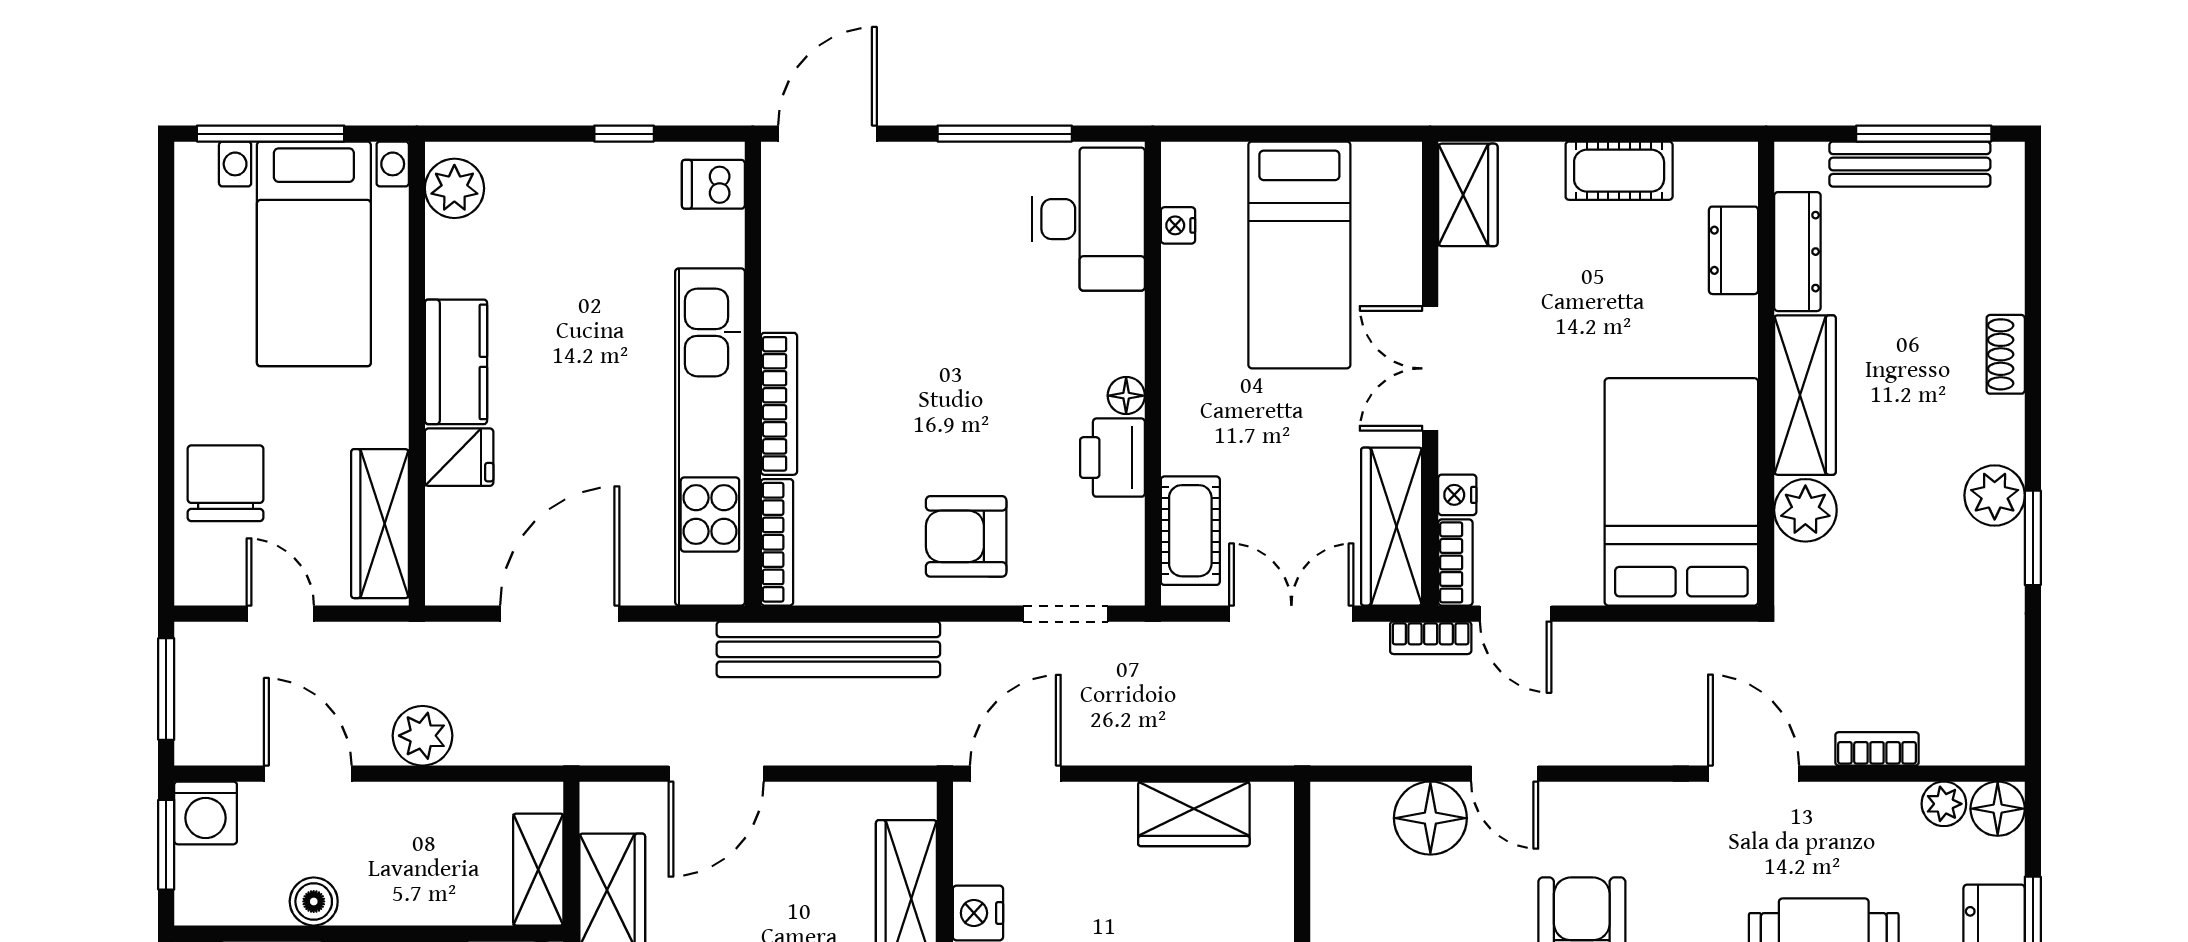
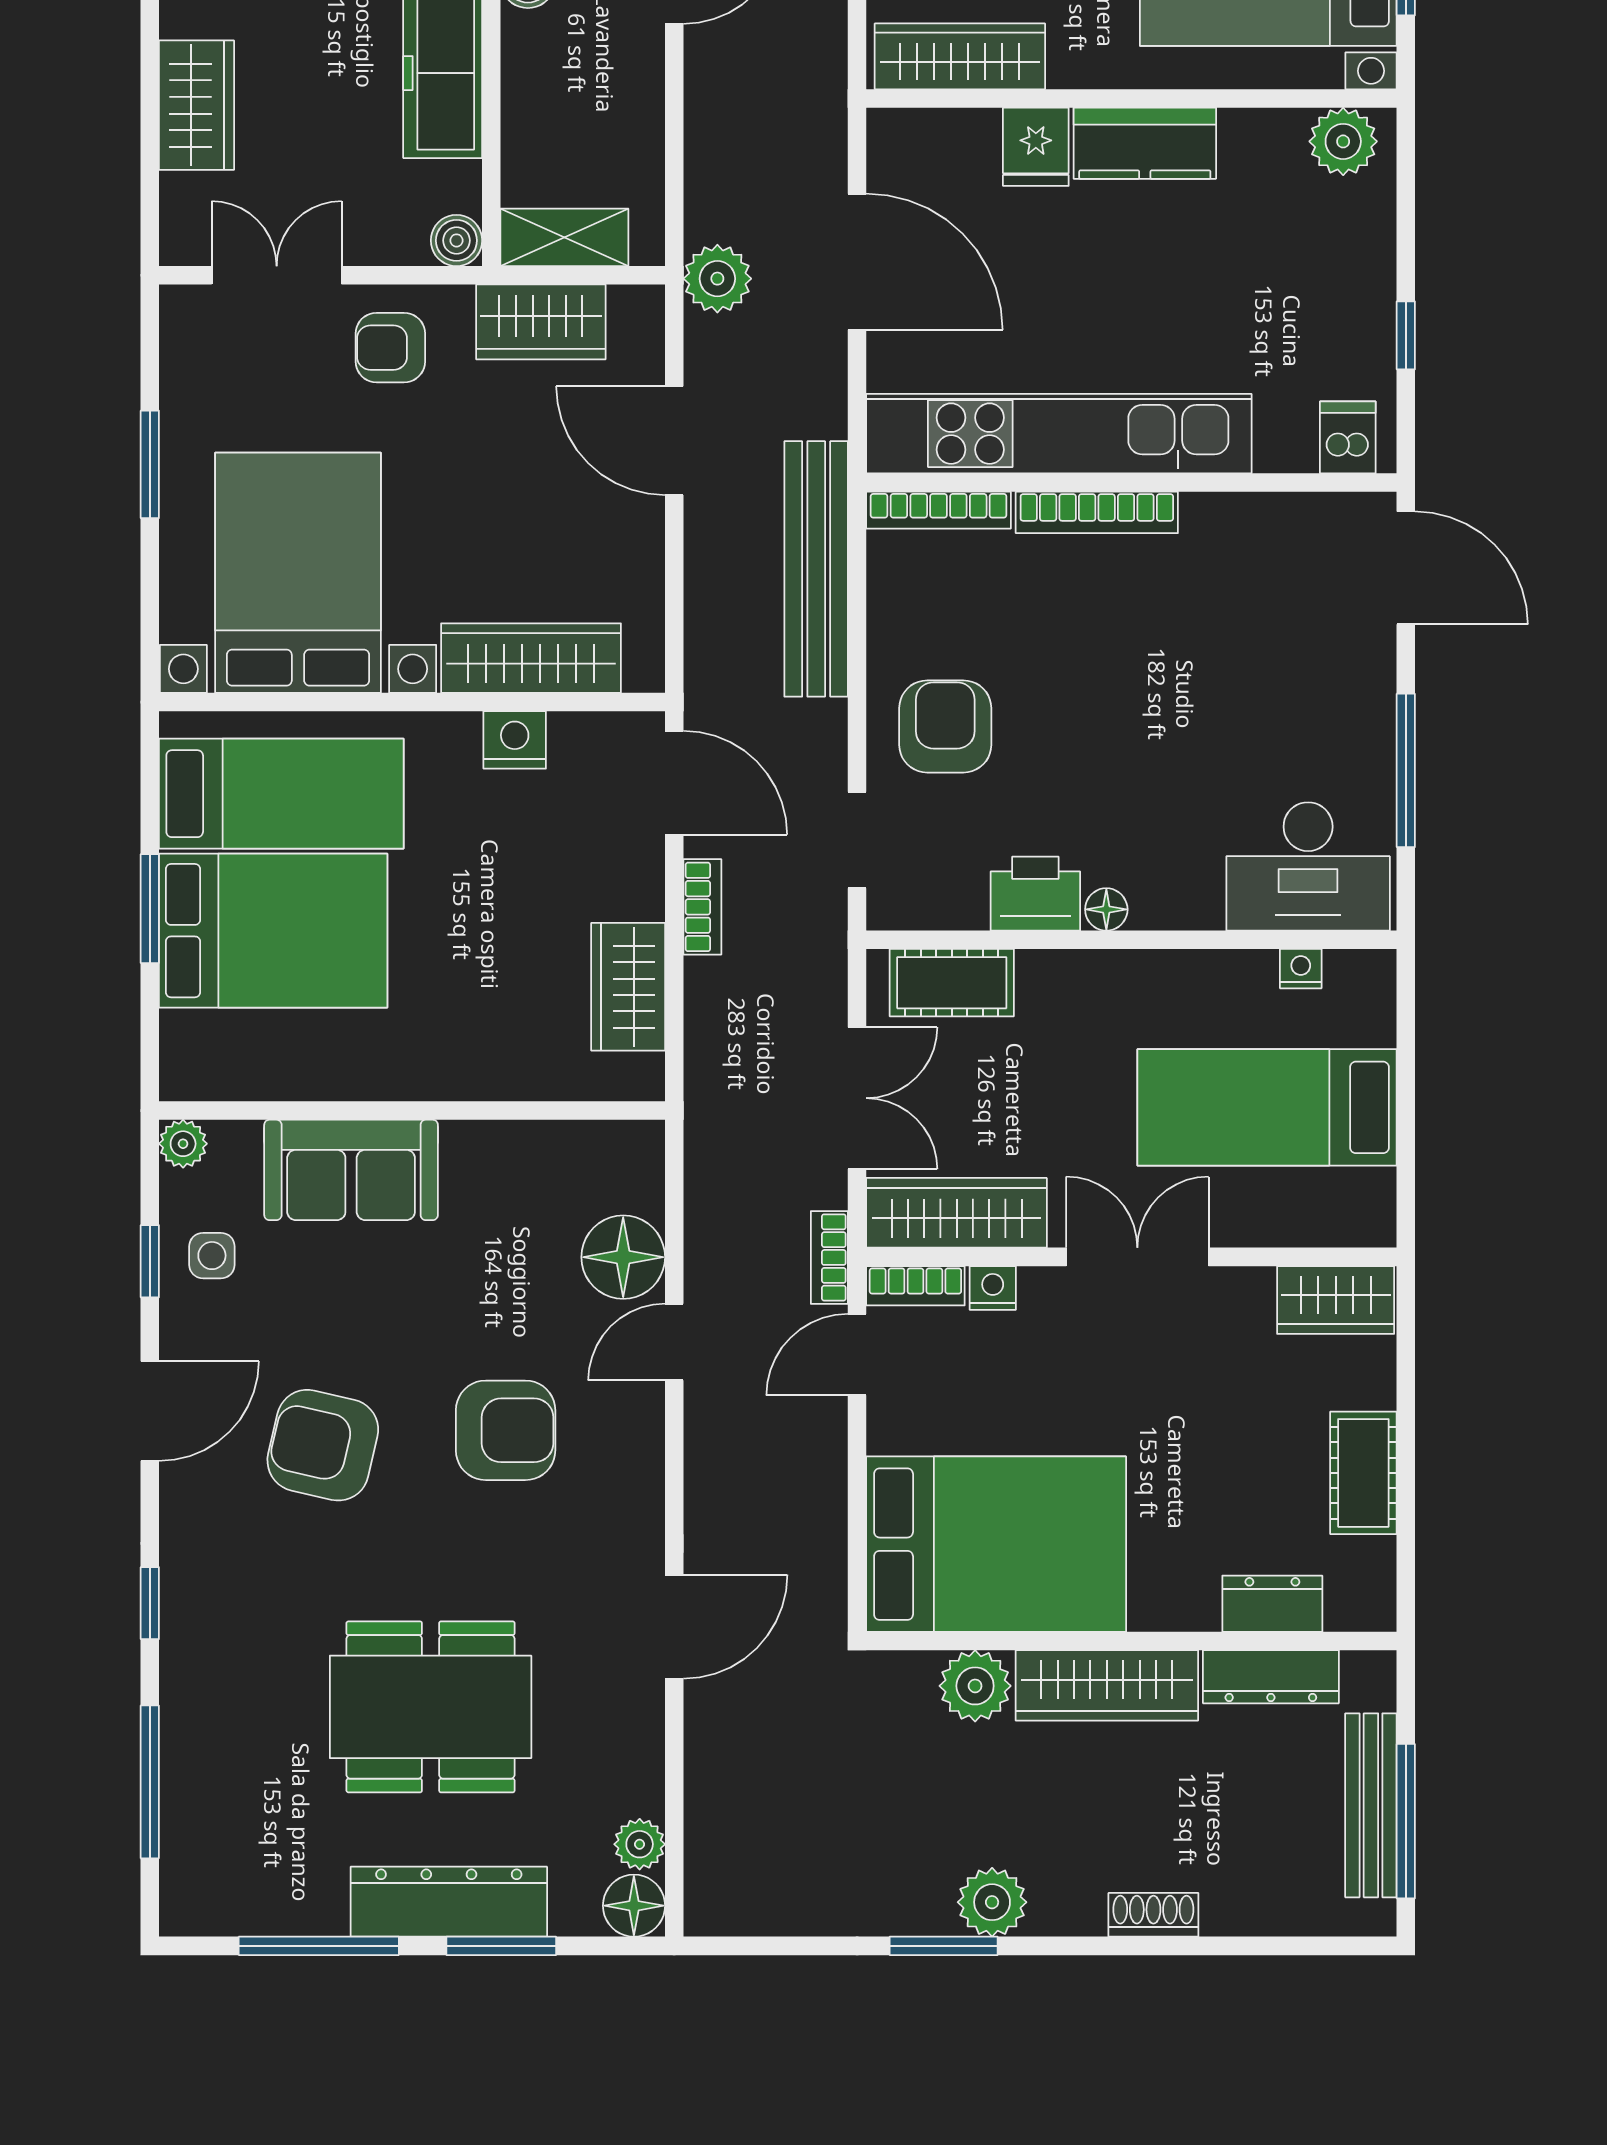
plant: (423, 736) -> (717, 279), moved
bookcase: (1877, 749) -> (702, 907), moved

